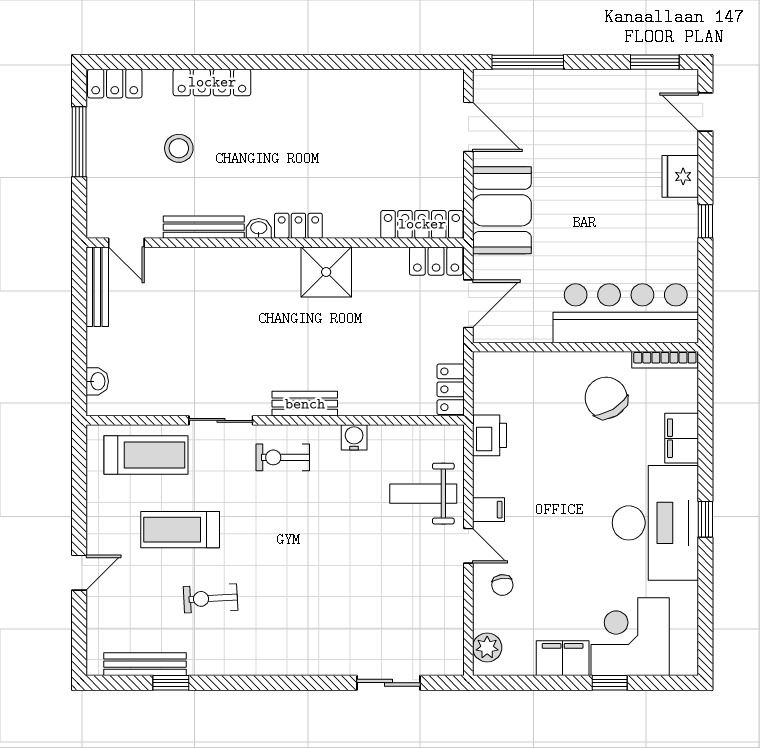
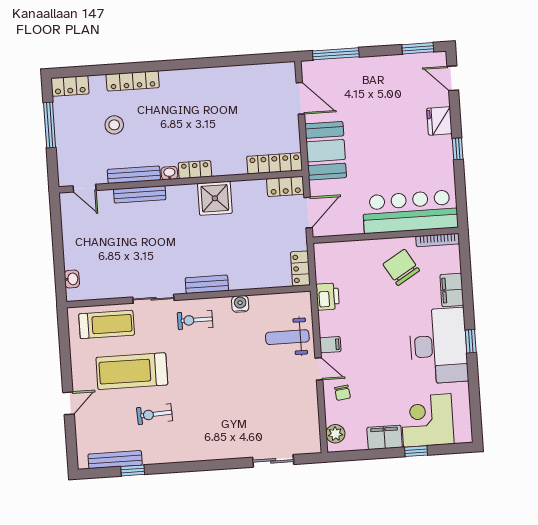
bench: (97, 287) -> (140, 194), moved, turned 90
treadmill: (180, 530) -> (132, 371), width x1.37, depth x1.38

